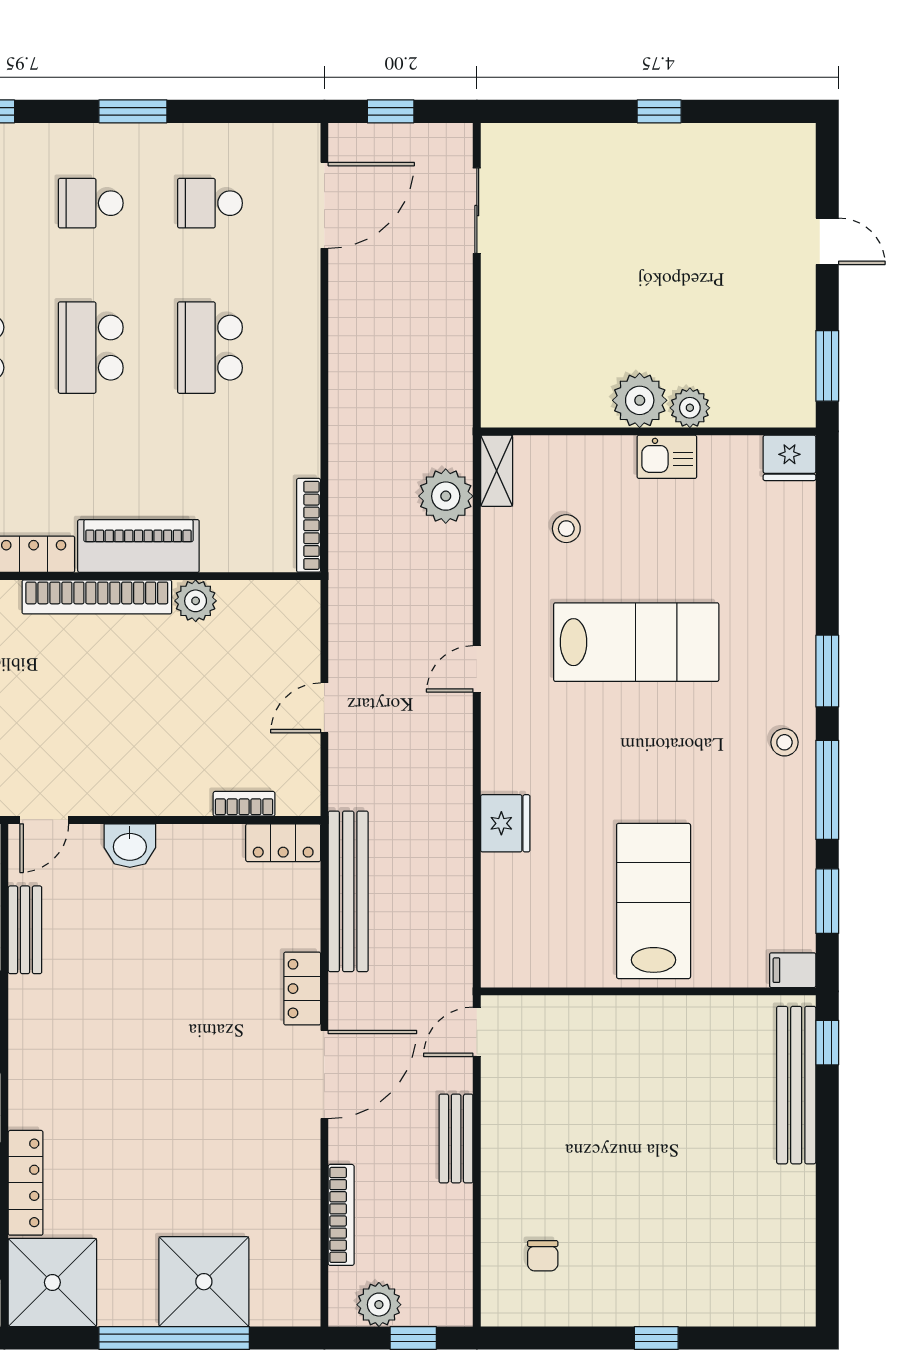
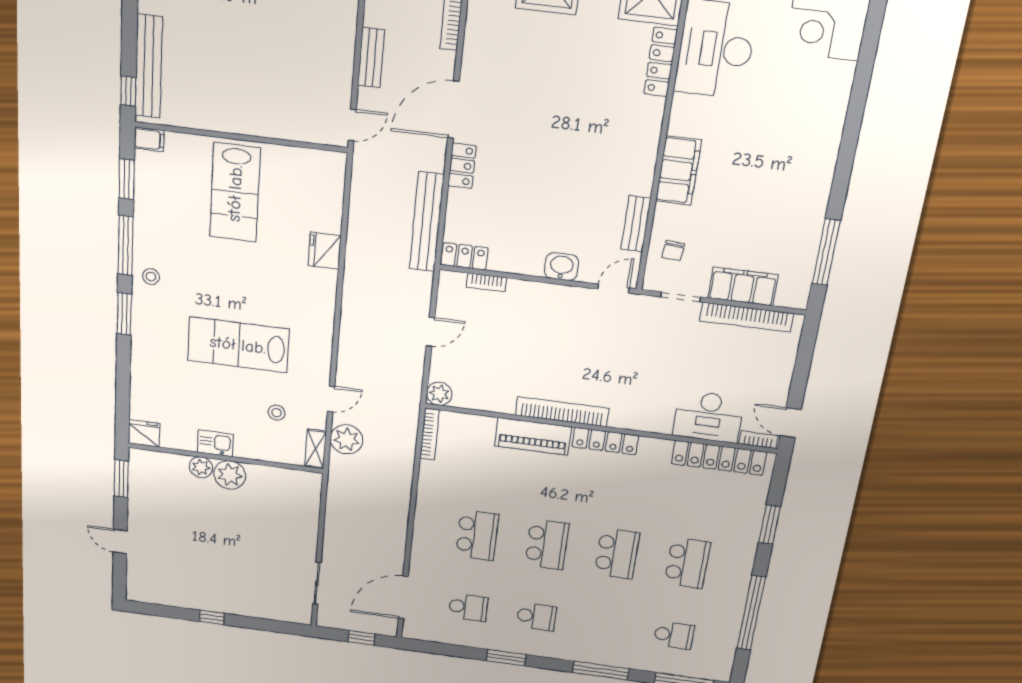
plant: (196, 601) -> (439, 394), moved
door: (477, 669) -> (331, 399), moved

